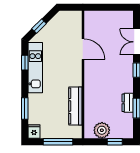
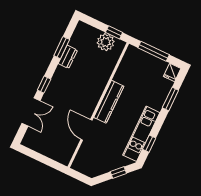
kitchen counter: (75, 106) -> (109, 102), moved
window: (115, 142) -> (114, 32), moved

